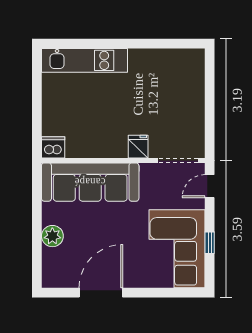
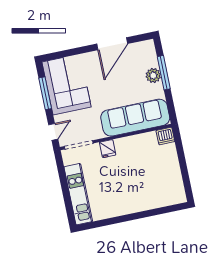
kitchen unit: (84, 60) -> (78, 194), moved, turned 90
window: (37, 237) -> (164, 73), added
window: (210, 243) -> (45, 93), width x2.17

